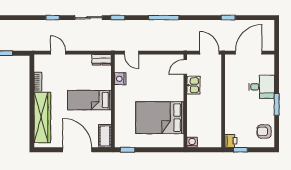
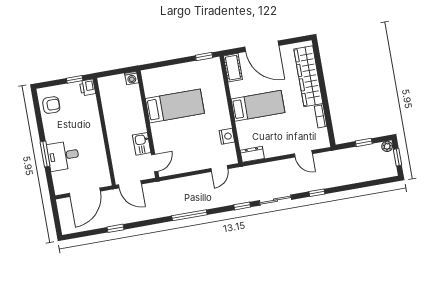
door: (131, 53) -> (219, 169), swing flipped
window: (277, 104) -> (45, 154), moved
bed: (160, 118) -> (175, 106), width x0.67

